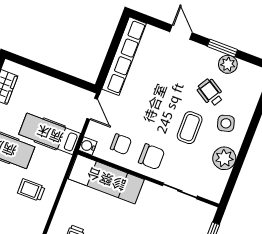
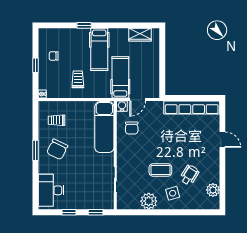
door: (181, 32) -> (222, 140), hinge flipped
window: (222, 48) -> (222, 172), removed
plant: (228, 64) -> (213, 190), moved
door: (92, 109) -> (138, 100), moved
chair: (152, 157) -> (131, 152), removed

